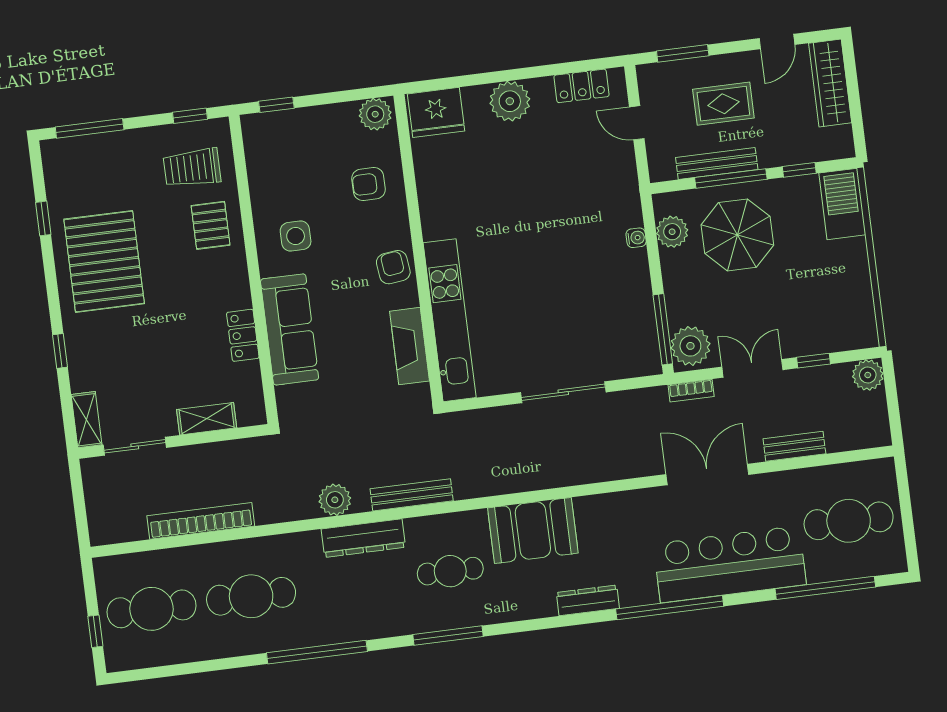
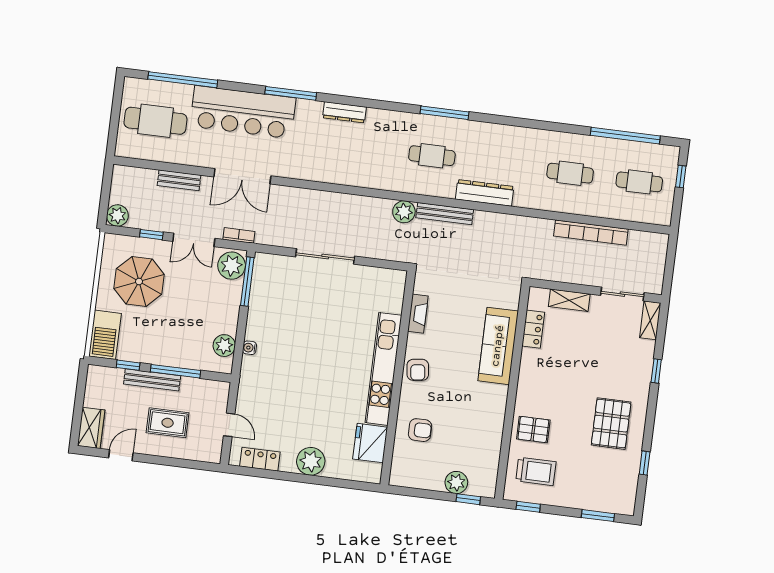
window: (683, 53) -> (186, 464), removed
wardrobe: (830, 83) -> (91, 428), width x0.67
fridge: (436, 112) -> (370, 443), moved, turned -90
plant: (375, 114) -> (456, 482), moved
window: (90, 128) -> (598, 516), width x0.69
bench: (717, 163) -> (152, 380), moved
pallet: (211, 225) -> (533, 430), turned 90
parasol: (737, 235) -> (139, 281), moved
side table: (296, 236) -> (478, 408), removed
pallet: (104, 261) -> (611, 424), width x0.73, depth x0.71
kitchen unit: (450, 320) -> (383, 369), moved
locker: (243, 335) -> (533, 329), moved
fireplace: (410, 346) -> (418, 314), width x0.73, depth x0.76
plant: (335, 500) -> (404, 212), moved
booth: (533, 530) -> (369, 169), removed
cafe table: (251, 596) -> (570, 173), width x0.73, depth x0.74
window: (670, 608) -> (291, 93), width x0.68
cafe table: (152, 609) -> (639, 182), width x0.73, depth x0.74
window: (317, 652) -> (625, 136), moved

